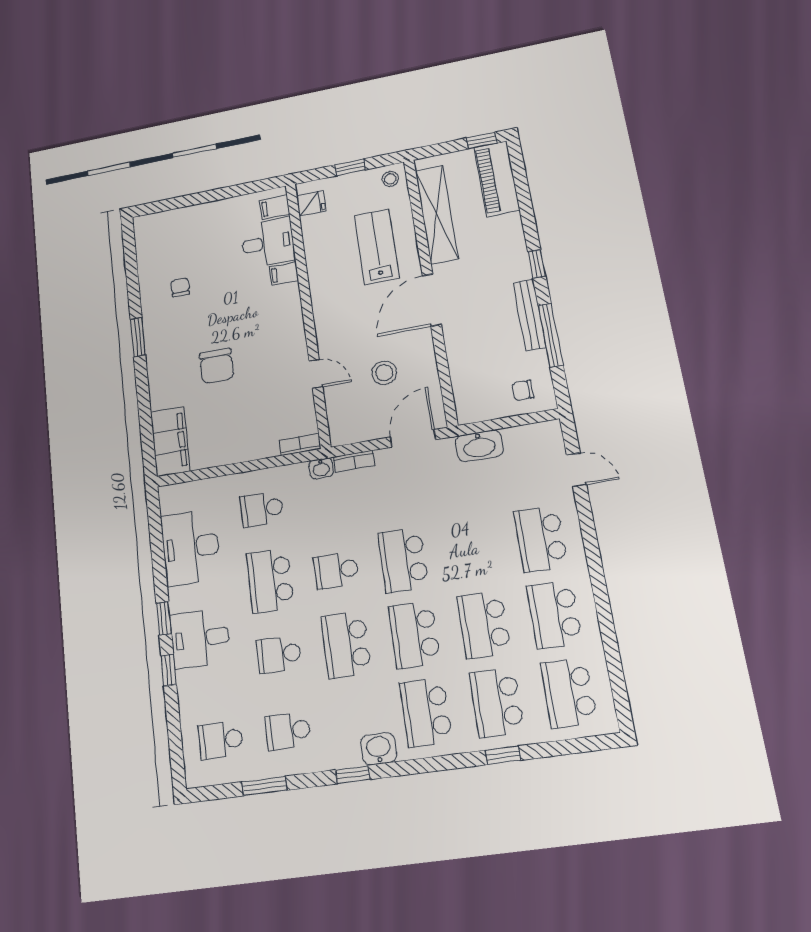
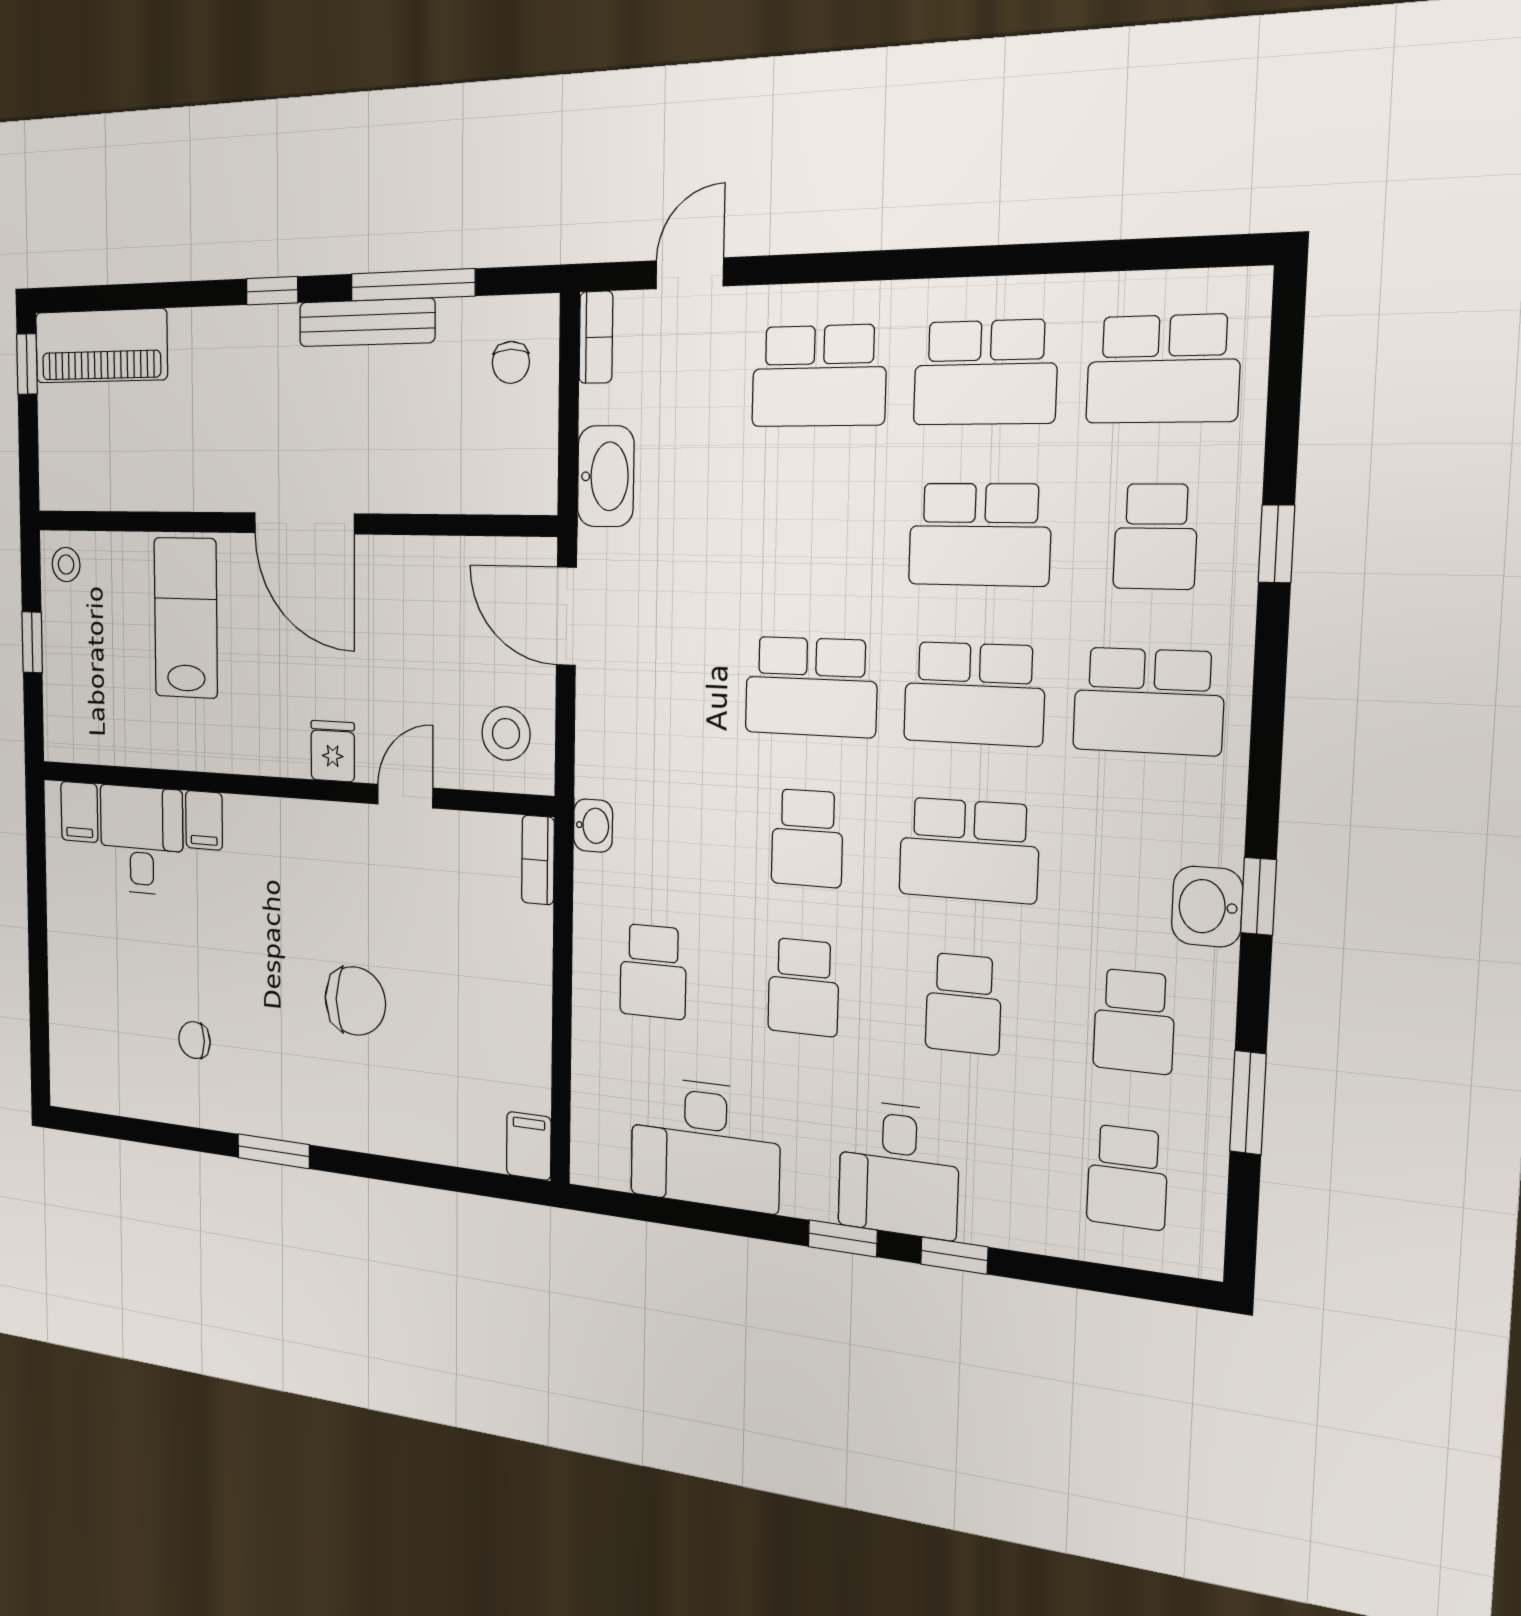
fridge: (311, 203) -> (333, 751), moved
shelving: (437, 214) -> (146, 482), removed
lab bench: (377, 247) -> (186, 618), turned 90
stool: (384, 373) -> (506, 734), moved
filing cabinet: (170, 441) -> (529, 1146), width x0.33, depth x0.86
bookcase: (354, 461) -> (596, 337), moved
school desk: (270, 580) -> (803, 987), width x0.54
school desk: (497, 703) -> (1156, 537), width x0.54
washbasin: (379, 749) -> (1207, 907), moved

